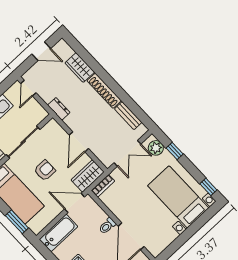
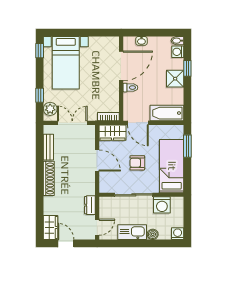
wardrobe: (80, 67) -> (51, 227), moved
dresser: (59, 109) -> (90, 205), moved
door: (79, 142) -> (97, 160), hinge flipped

